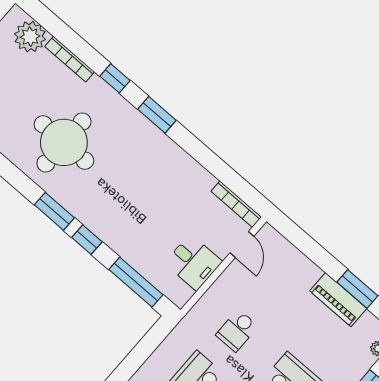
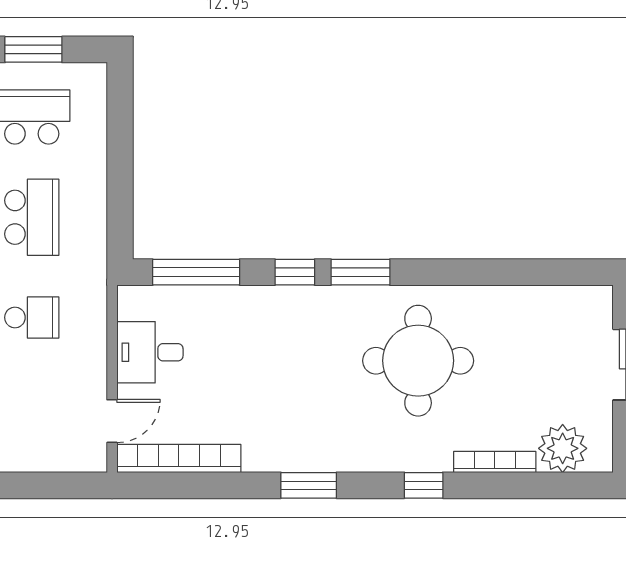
window: (157, 115) -> (309, 485), moved
bookcase: (236, 204) -> (179, 458), width x1.48, depth x1.31
door: (242, 245) -> (112, 421), swing flipped
school desk: (237, 331) -> (32, 317), turned 90

